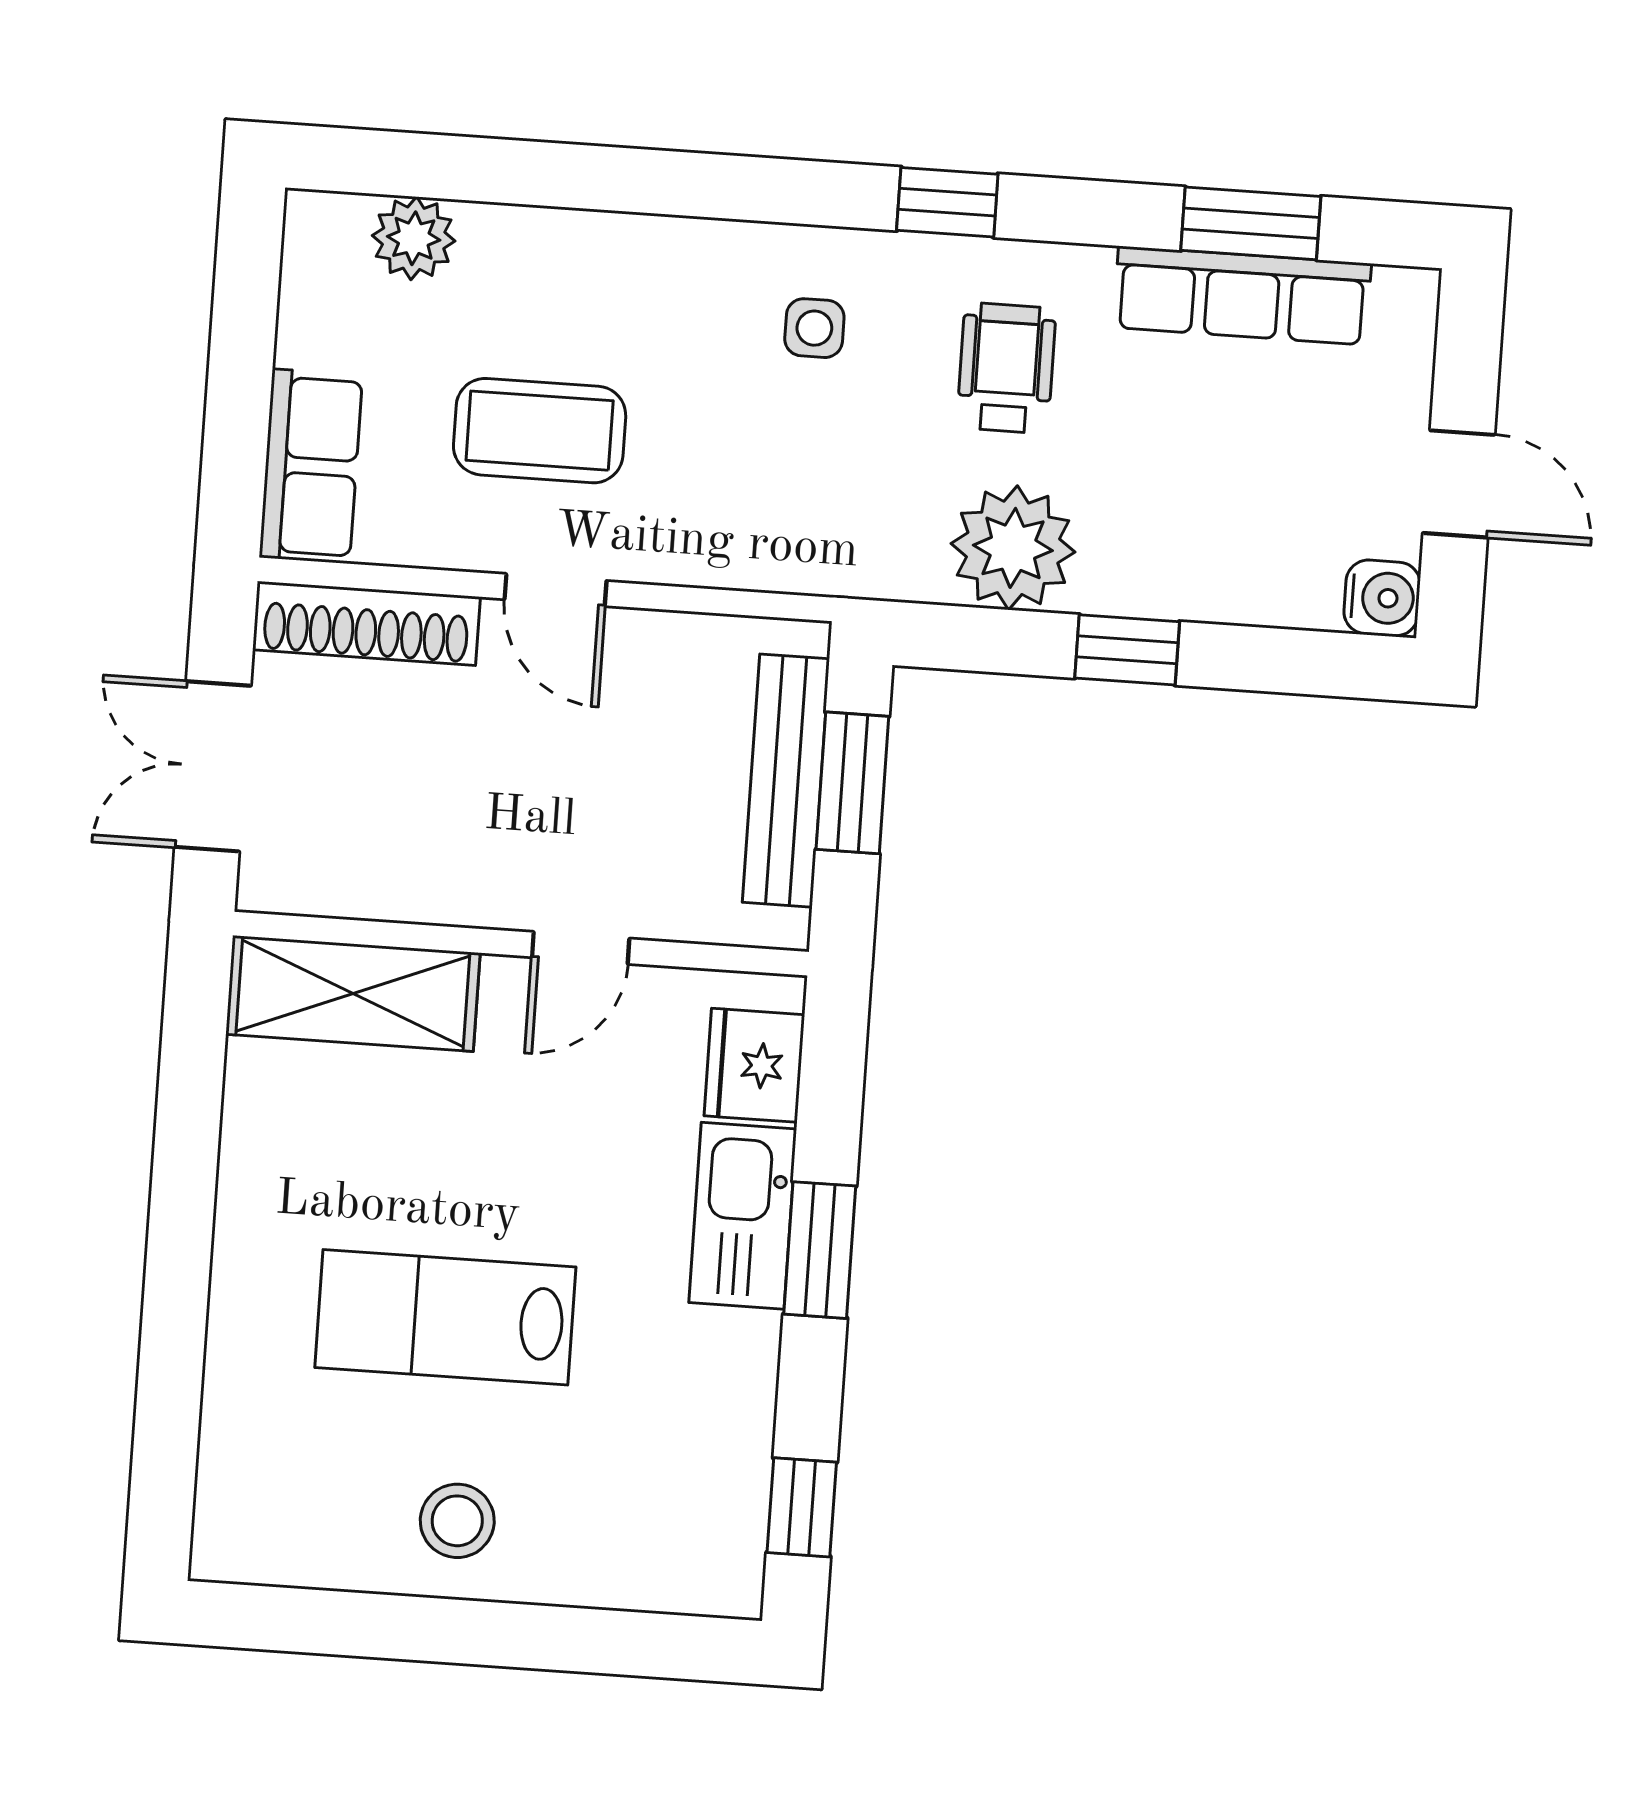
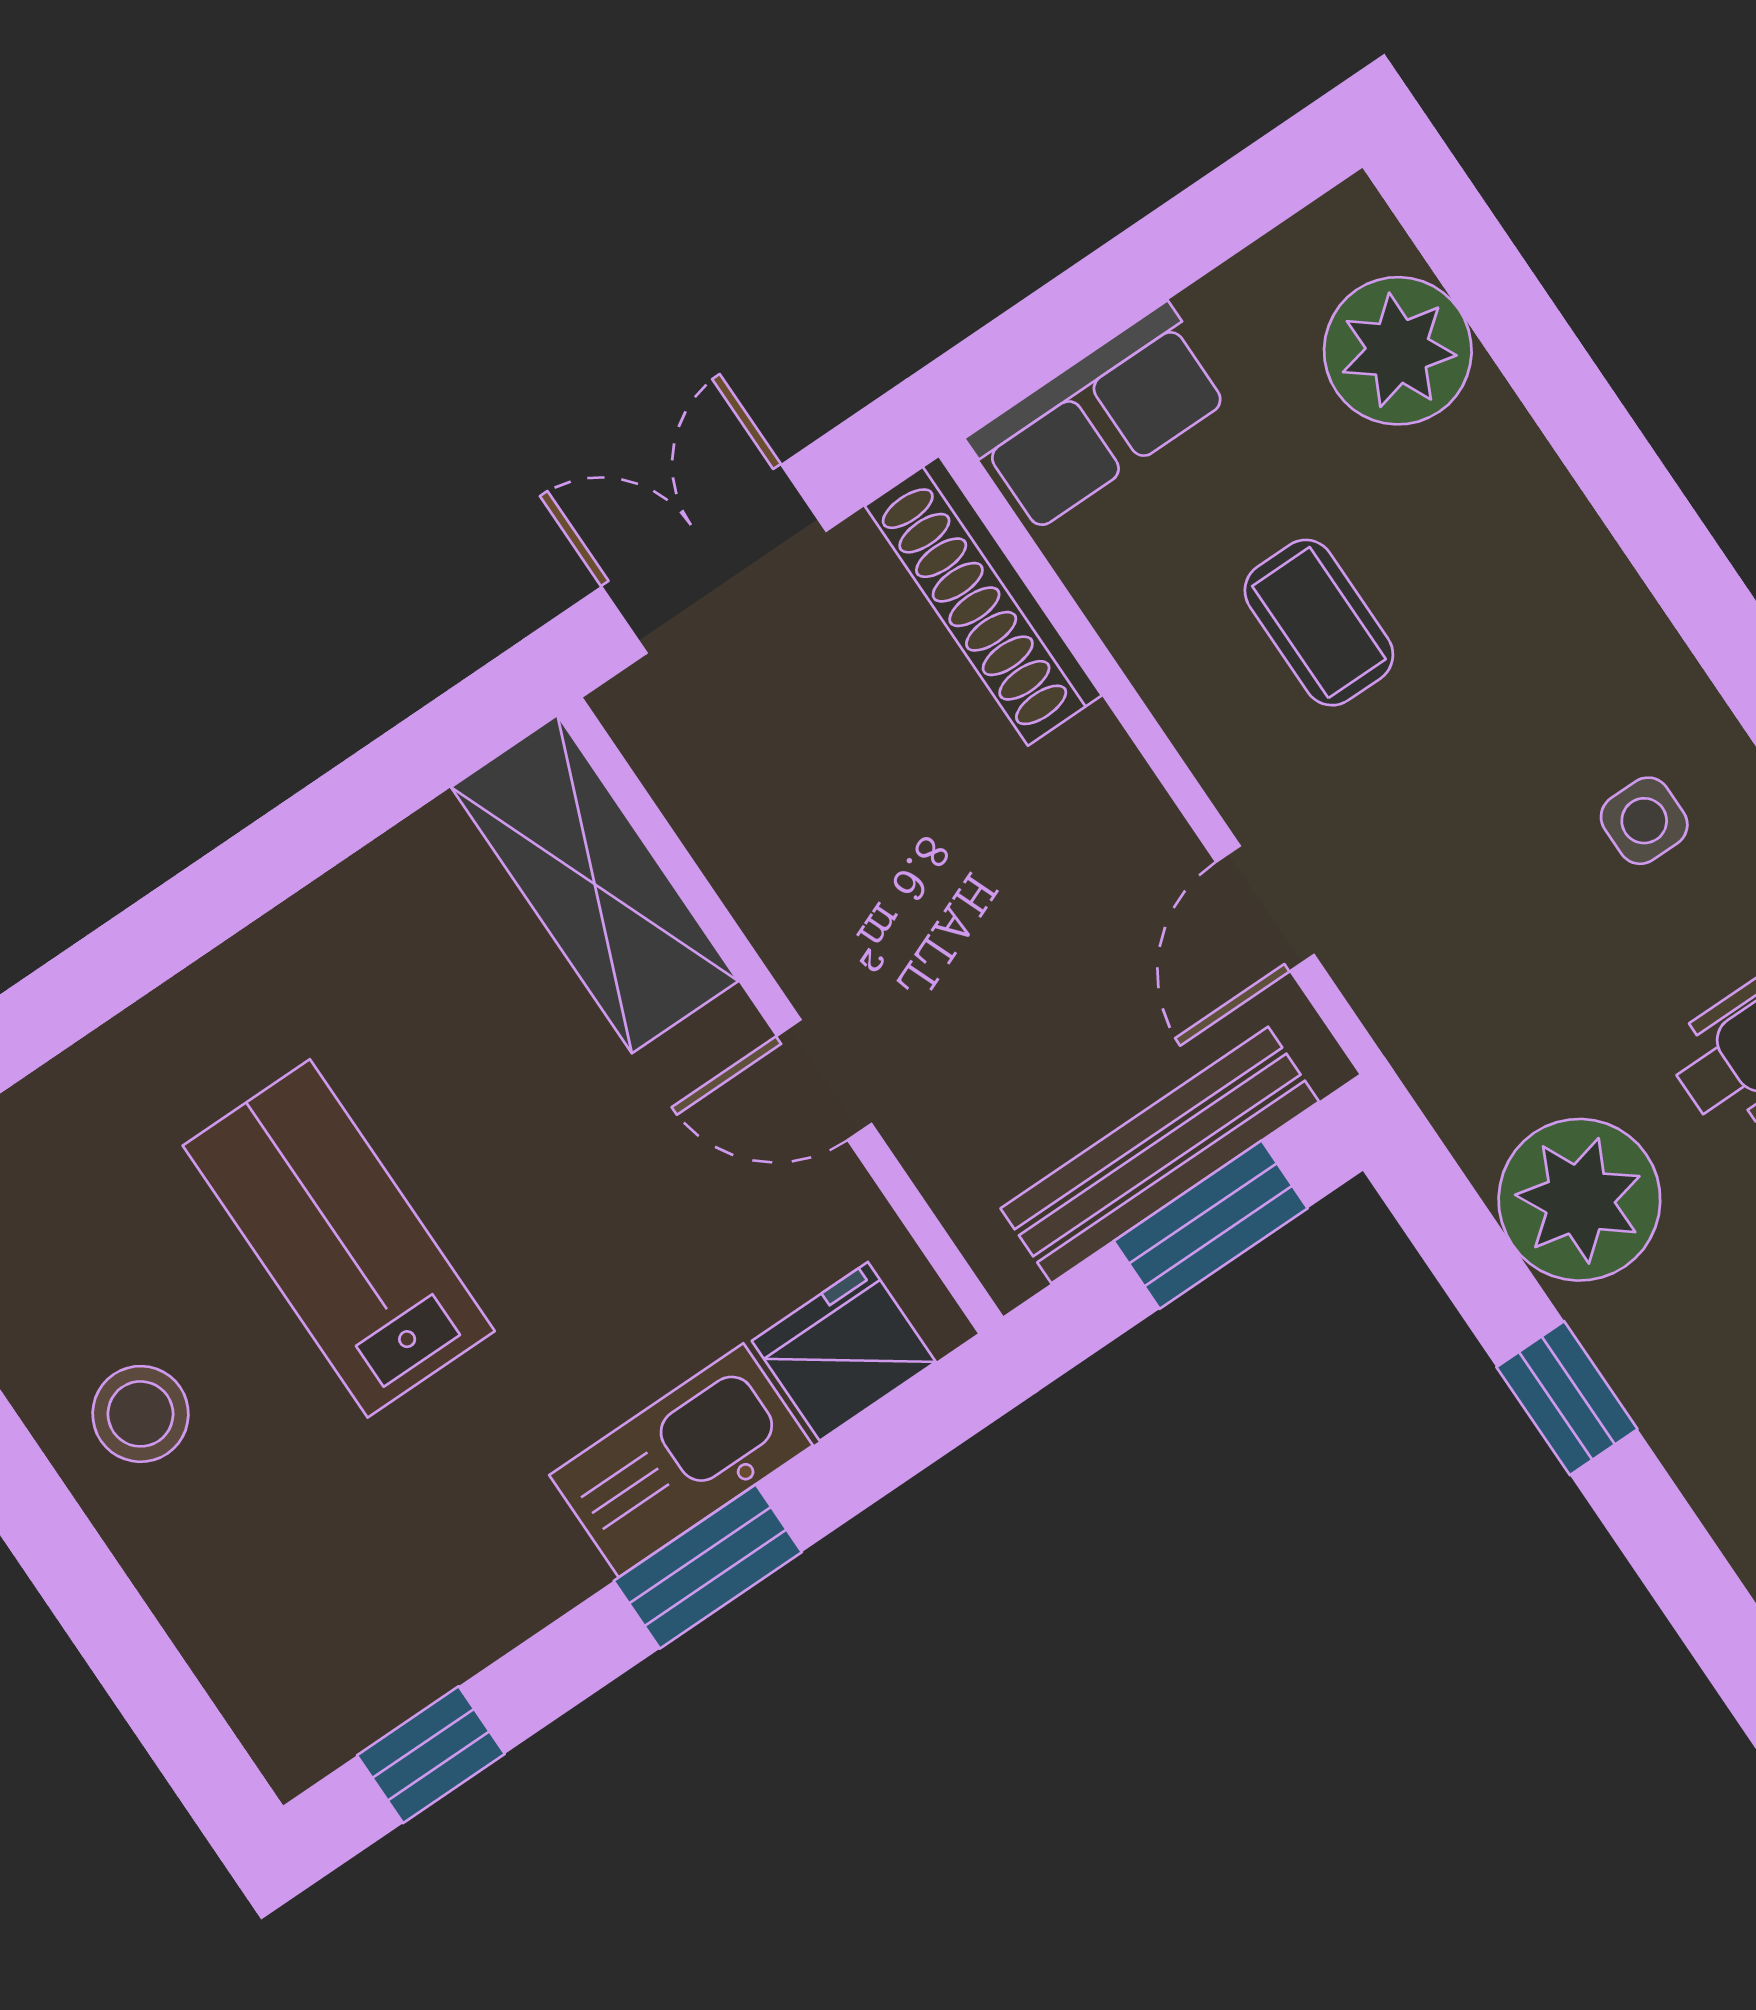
plant: (414, 238) -> (1398, 351), width x1.36, depth x1.36
coffee table: (540, 431) -> (1319, 623), width x0.73, depth x0.77
door: (555, 590) -> (1265, 908), moved

